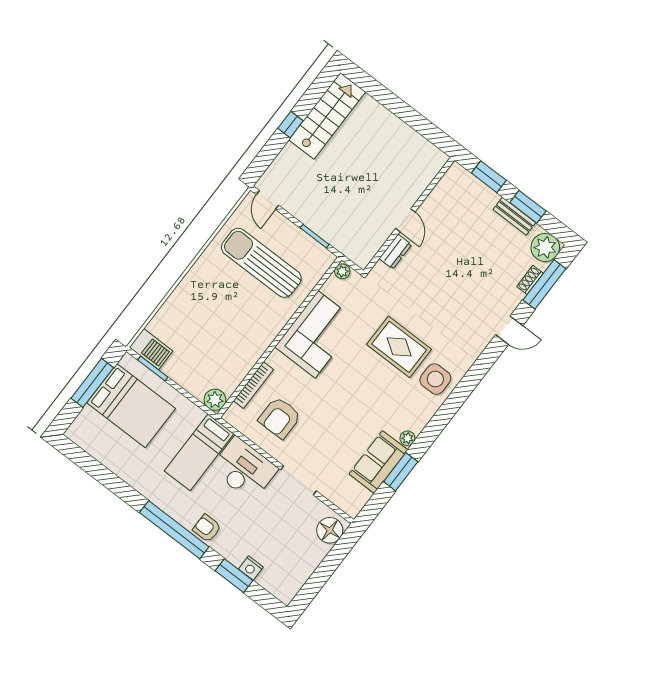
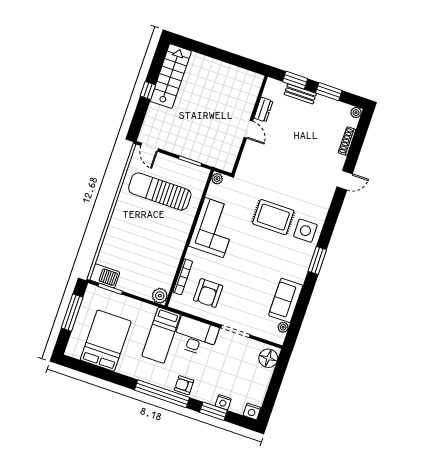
bench: (514, 216) -> (300, 94), moved
plant: (545, 247) -> (356, 113), width x0.53, depth x0.53
dresser: (395, 252) -> (263, 110), moved
shoe rack: (530, 280) -> (347, 141), width x1.43
window: (544, 284) -> (358, 141), removed
bed: (131, 406) -> (106, 341), moved, turned -90
plant: (407, 438) -> (283, 327), moved
window: (401, 472) -> (317, 260), moved
nightstand: (285, 593) -> (252, 411), added

